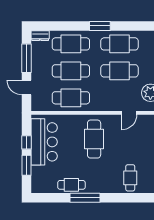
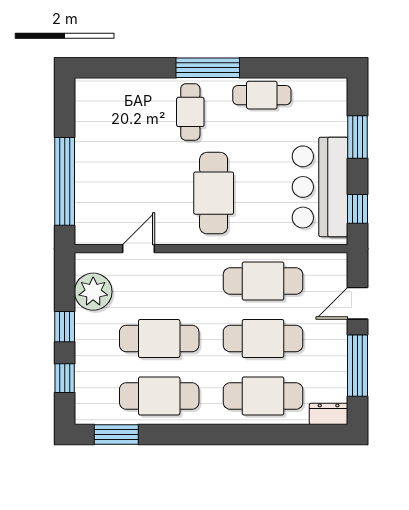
window: (100, 26) -> (116, 434), moved
door: (27, 87) -> (358, 303), swing flipped
window: (27, 142) -> (358, 209), moved
cafe table: (130, 178) -> (190, 112), moved
window: (85, 198) -> (208, 68), moved

